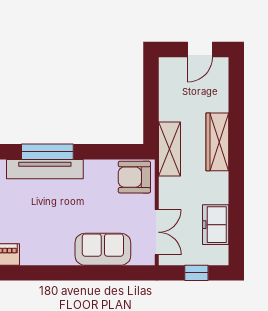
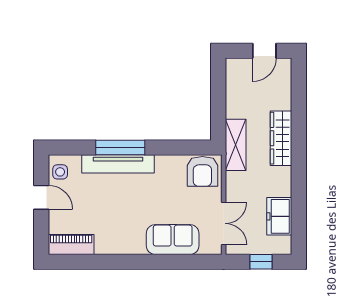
armchair: (134, 177) -> (202, 171), turned -90

